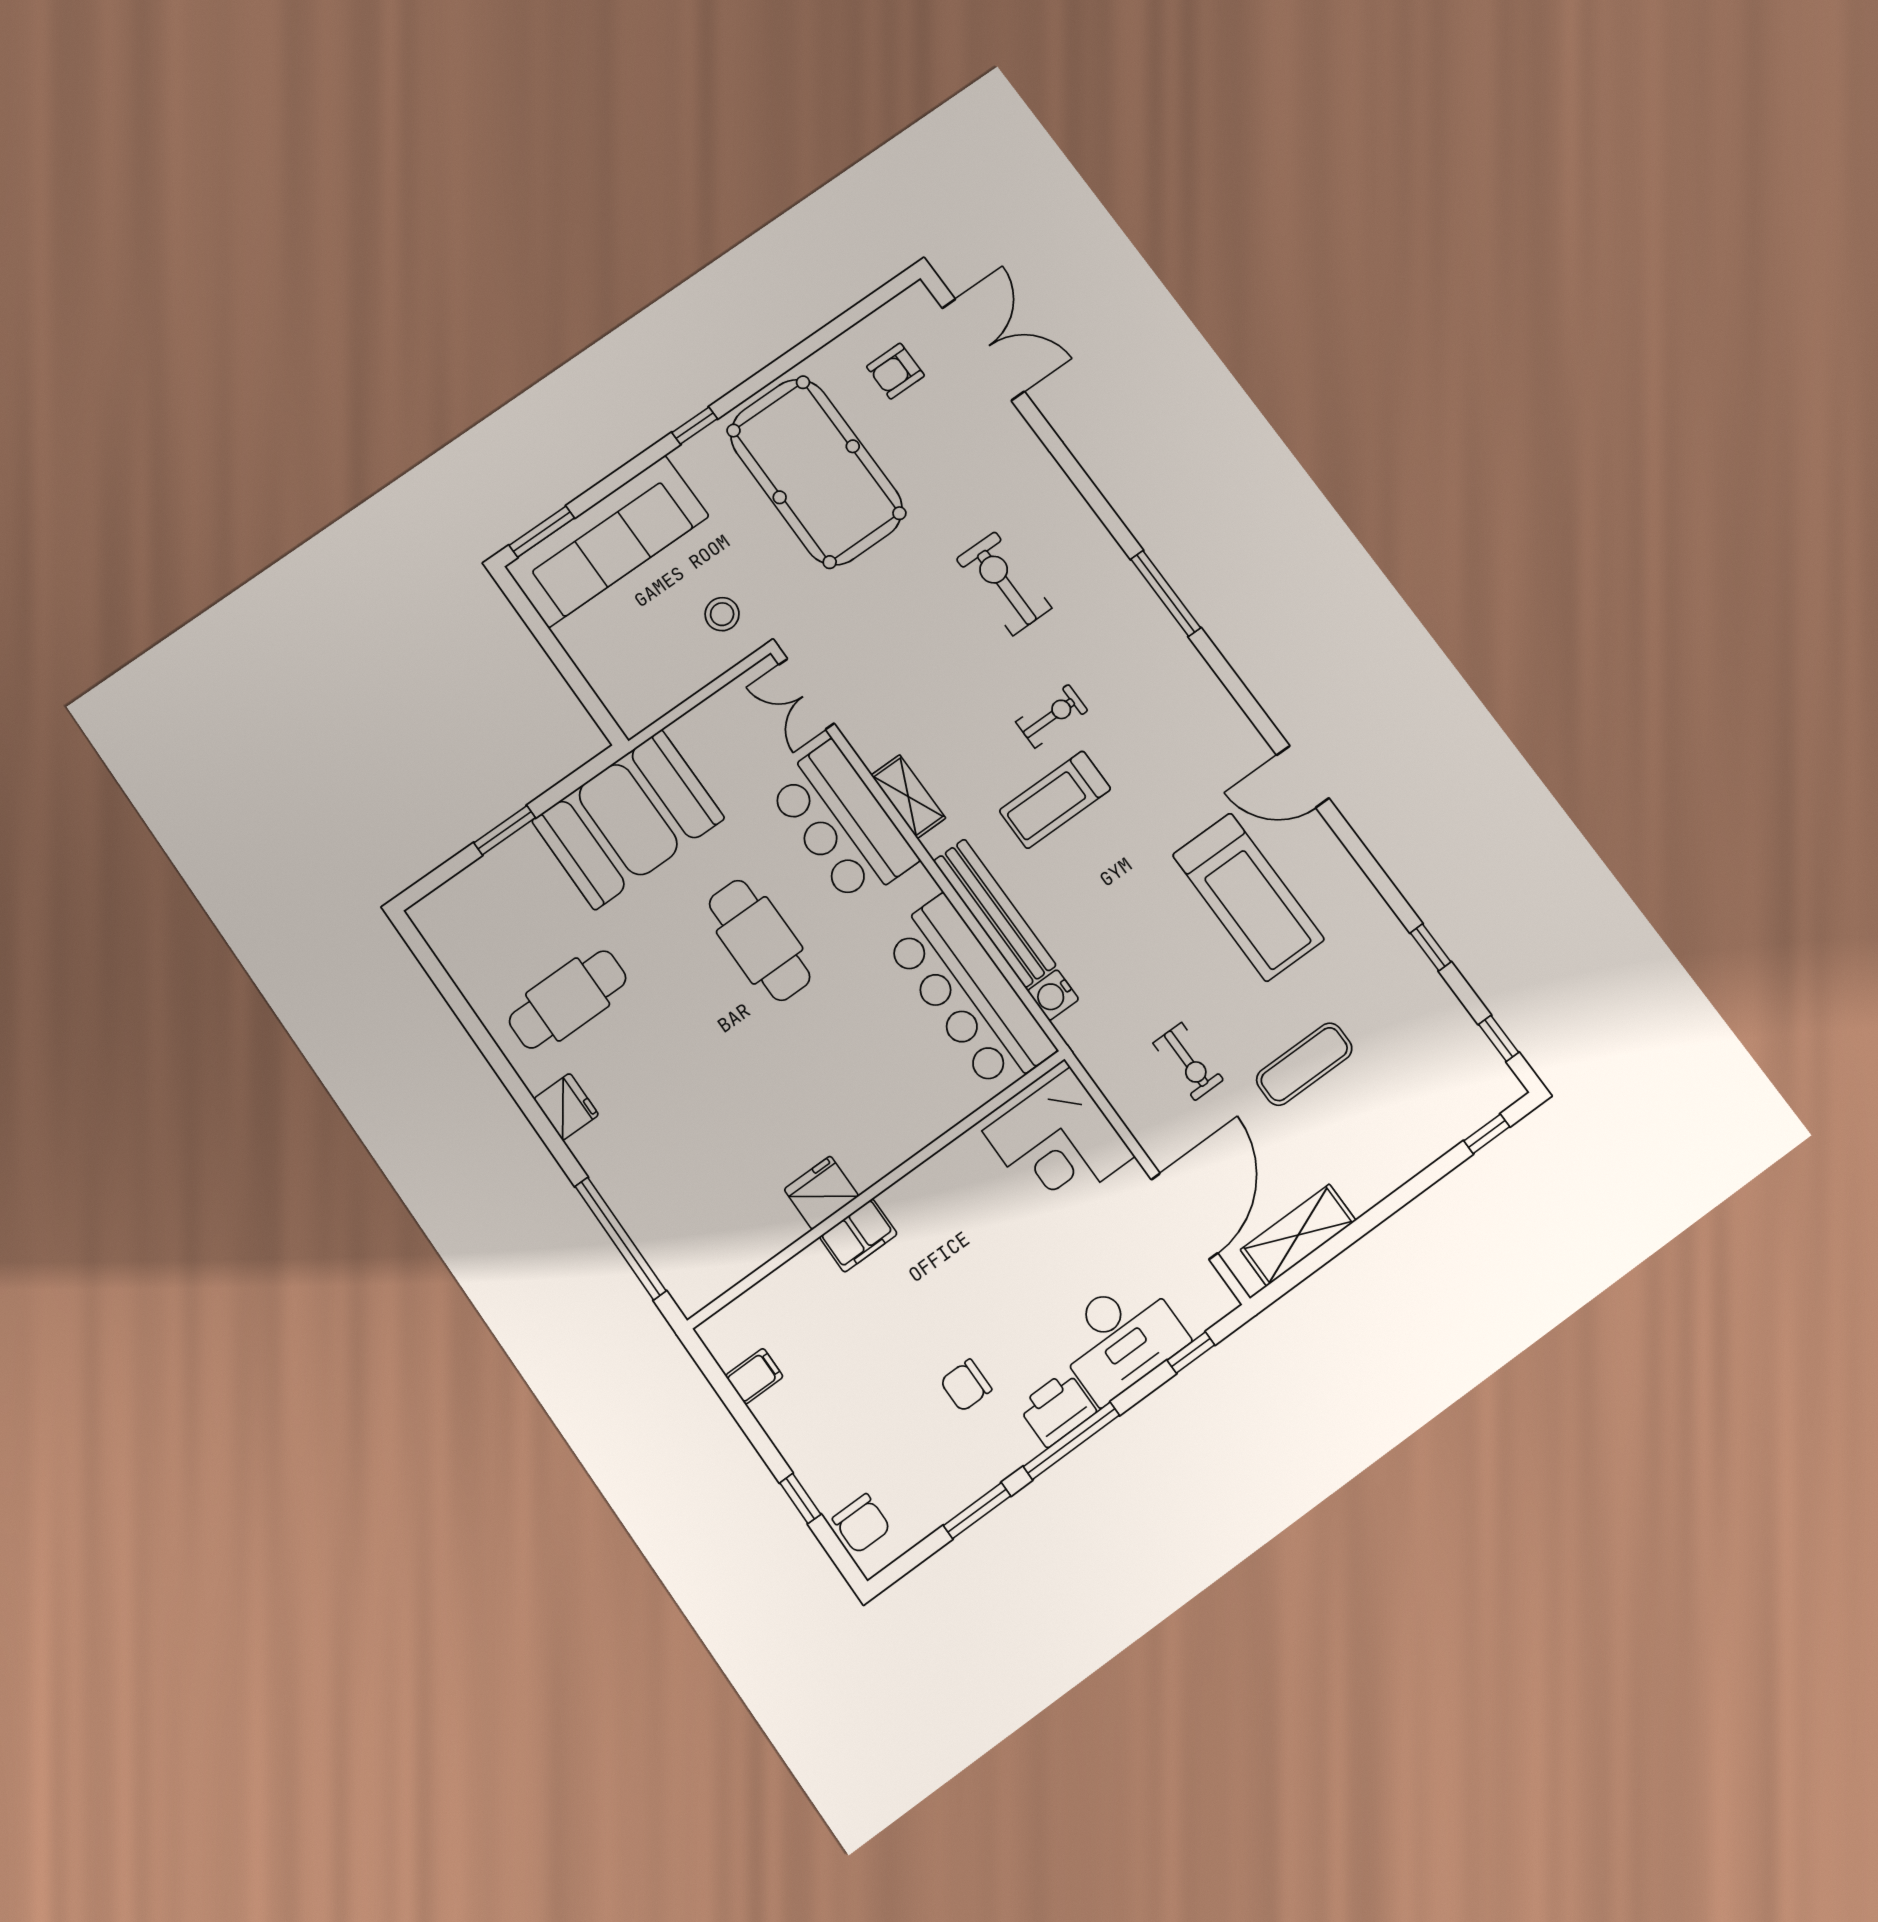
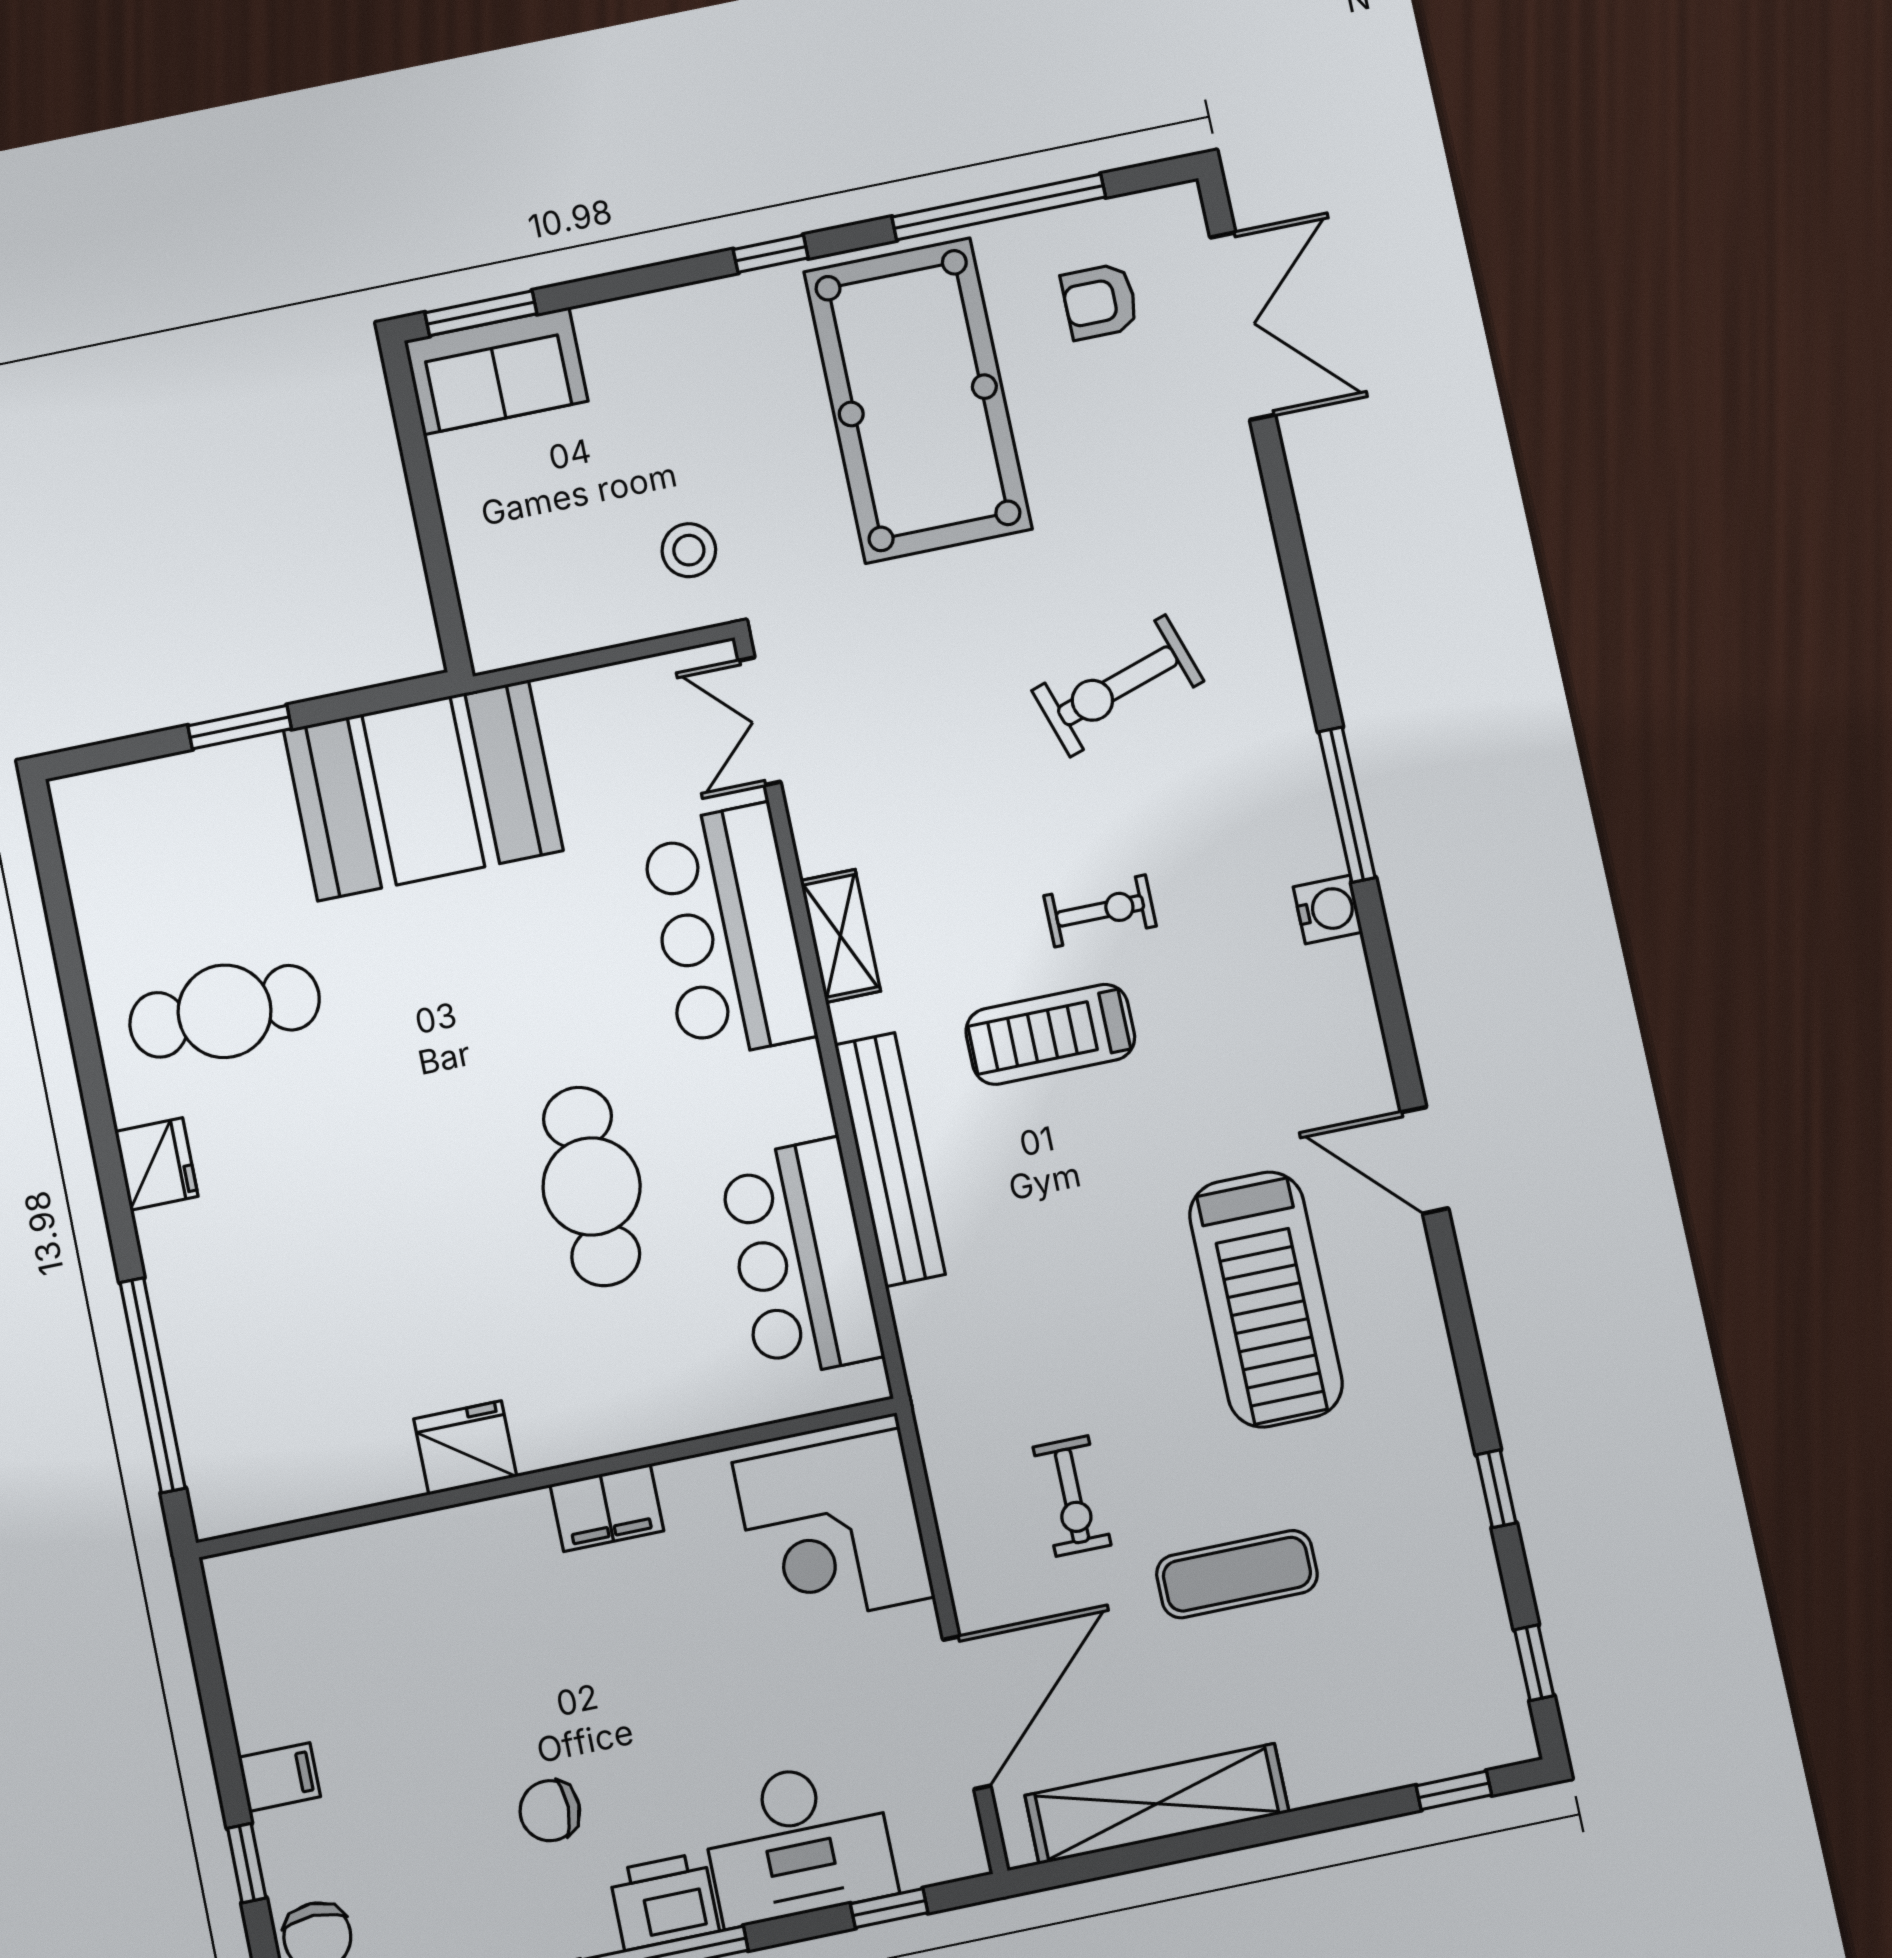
window: (814, 343) -> (999, 207), added
sofa: (607, 541) -> (496, 371), width x0.54, depth x0.79
exercise bike: (1004, 583) -> (1118, 686), turned -108
cafe table: (760, 940) -> (592, 1186), moved
bar counter: (969, 994) -> (801, 1259), width x0.73
water cooler: (1053, 995) -> (1328, 909), moved, turned 180
filing cabinet: (858, 1235) -> (607, 1508), moved
shelving: (1298, 1235) -> (1157, 1804), width x1.47
filing cabinet: (754, 1376) -> (279, 1777), moved

